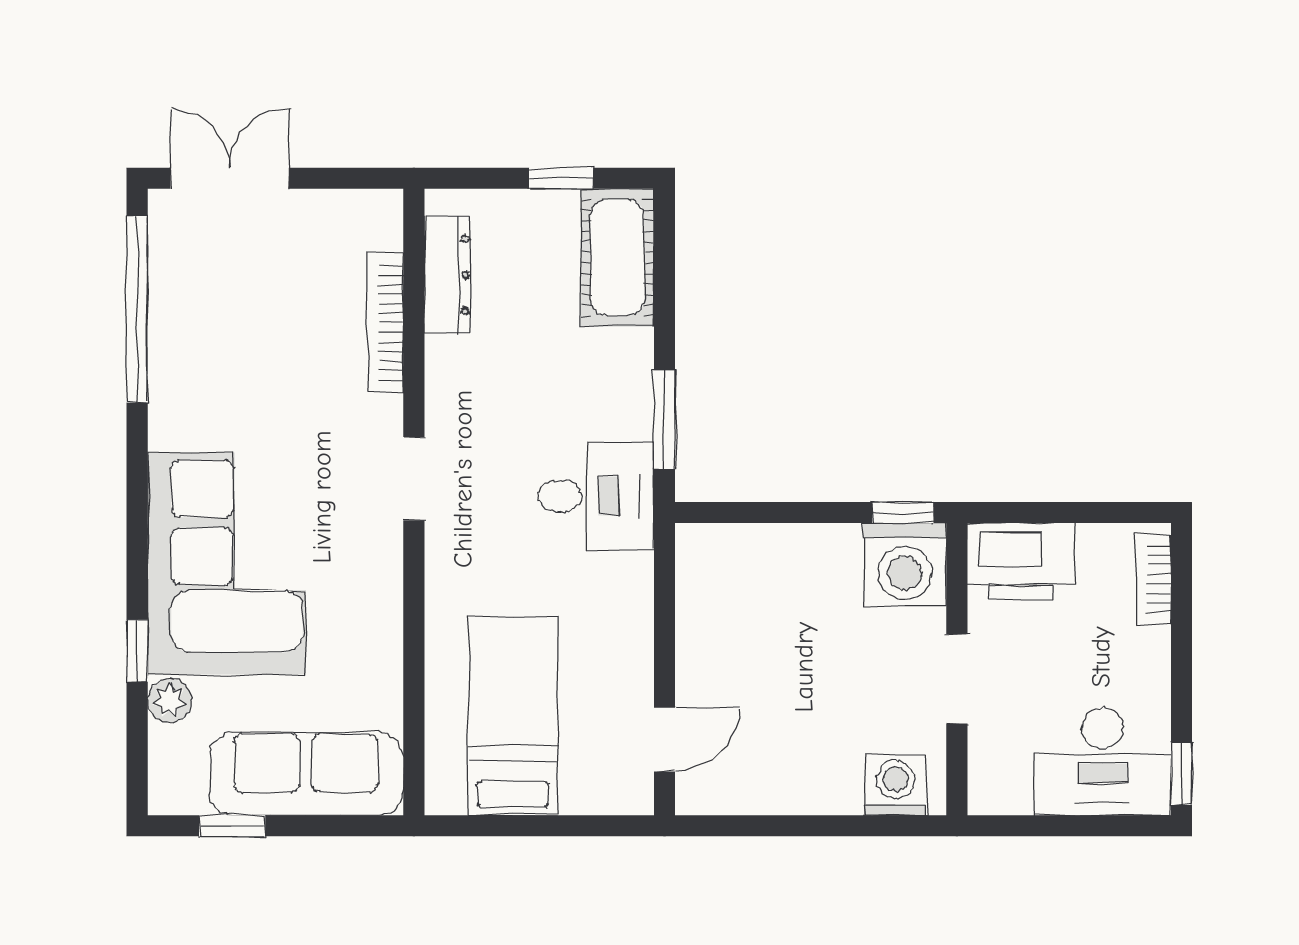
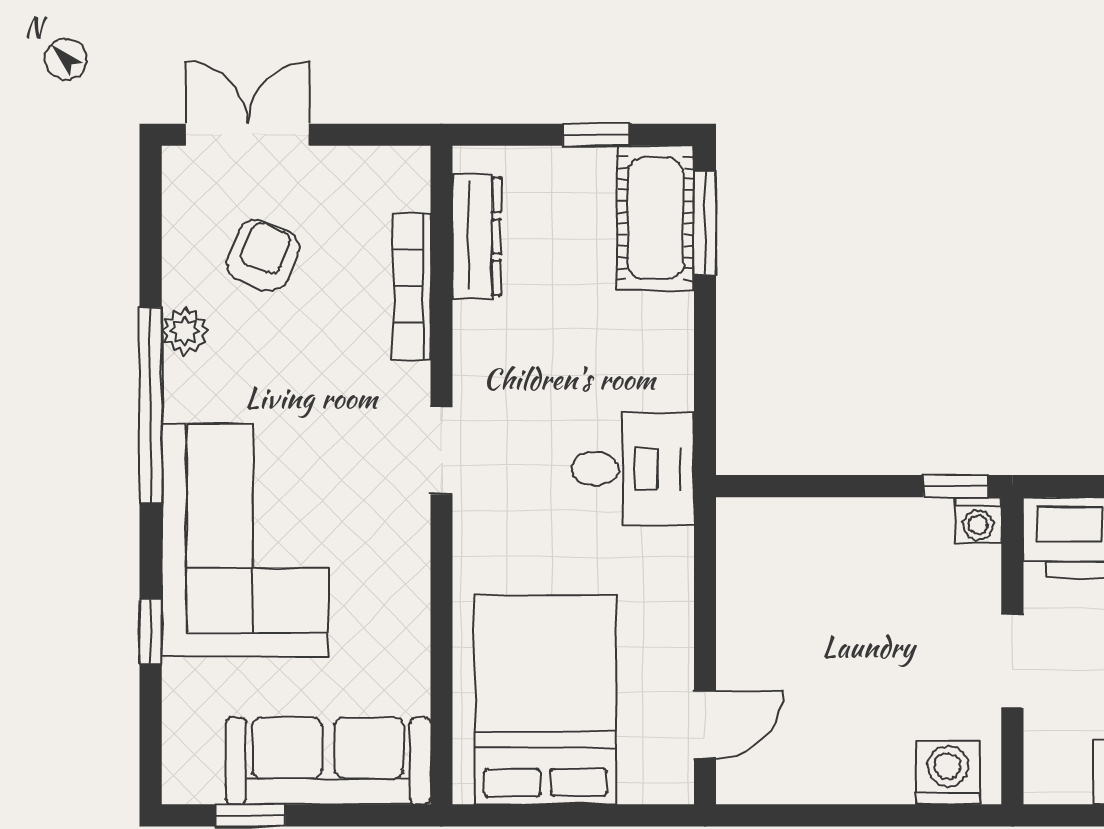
armchair: (244, 293) -> (263, 255), added
window: (137, 309) -> (151, 406), moved
window: (664, 420) -> (705, 223), moved
washing machine: (905, 565) -> (978, 520), width x0.53, depth x0.53
plant: (170, 701) -> (185, 331), moved
bed: (513, 716) -> (545, 700), width x1.50

